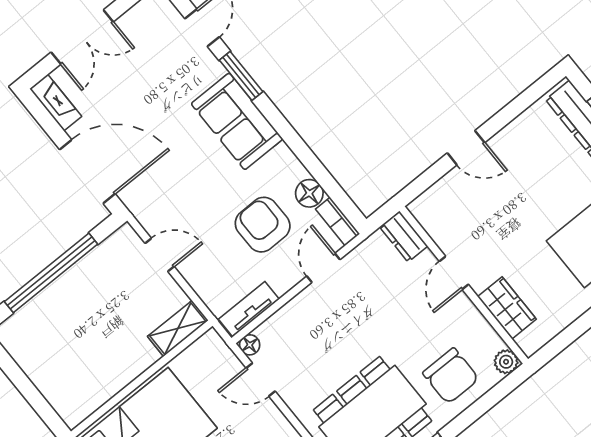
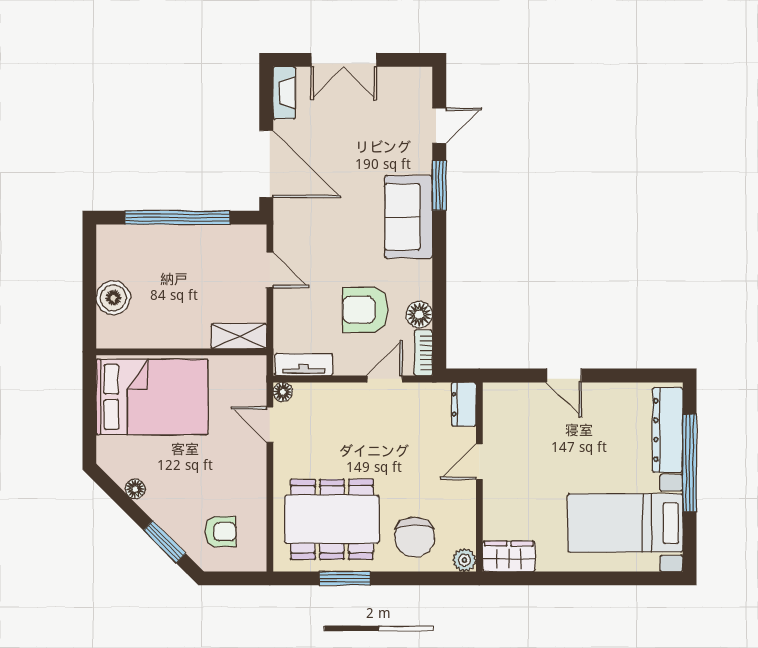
armchair: (263, 225) -> (365, 310), turned -90
wardrobe: (507, 308) -> (509, 556), moved, turned -90
boiler: (51, 380) -> (113, 298), added

